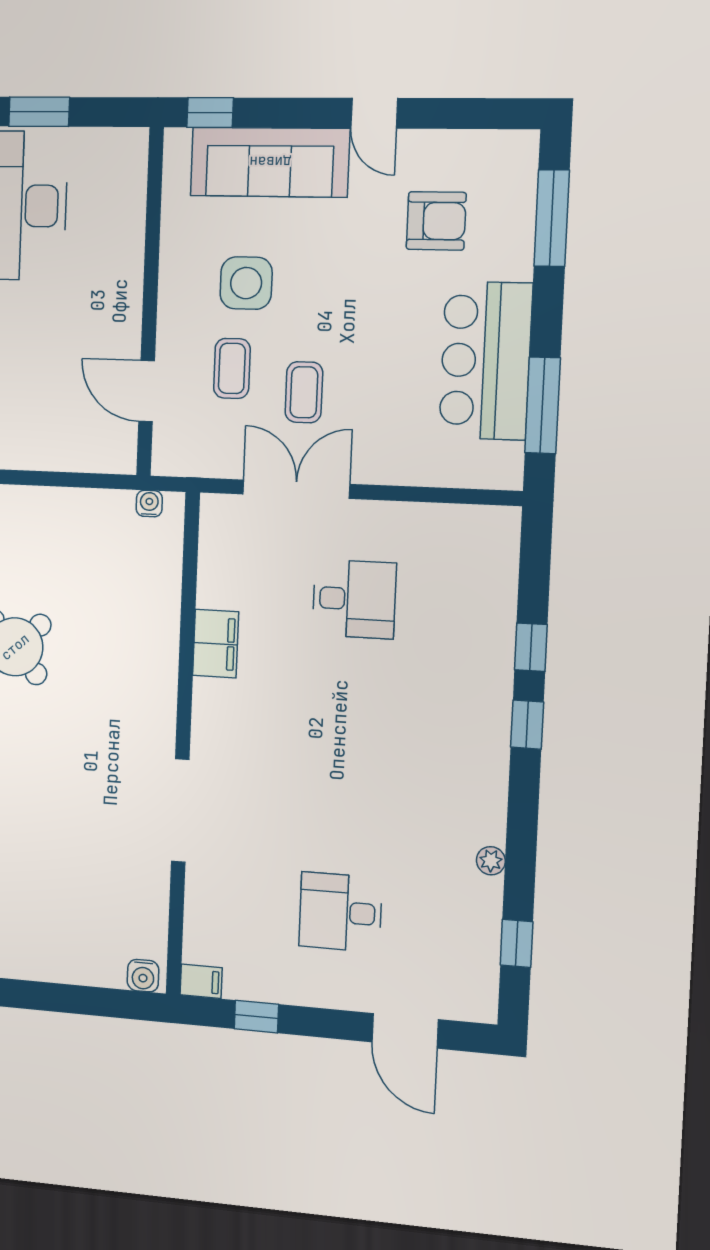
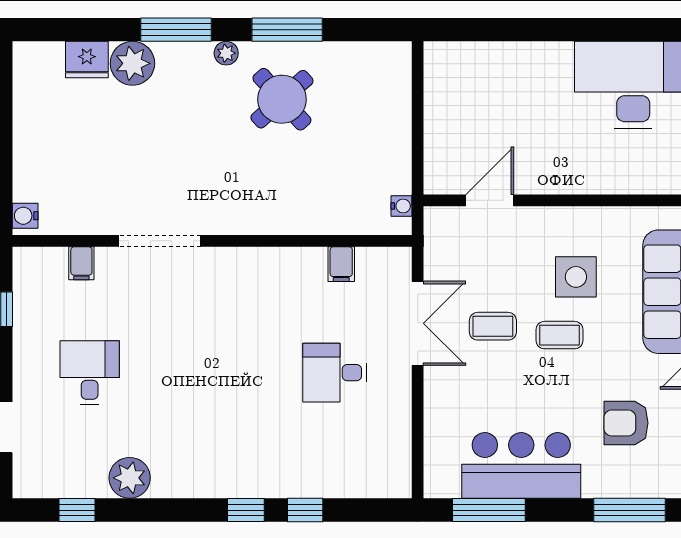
armchair: (436, 221) -> (626, 423), turned 90
coffee table: (232, 368) -> (560, 335), moved
desk: (354, 599) -> (335, 373), turned 90
filing cabinet: (216, 644) -> (341, 264), moved, width x0.50
plant: (491, 861) -> (130, 478), width x1.88, depth x1.88
filing cabinet: (201, 981) -> (81, 263), moved

